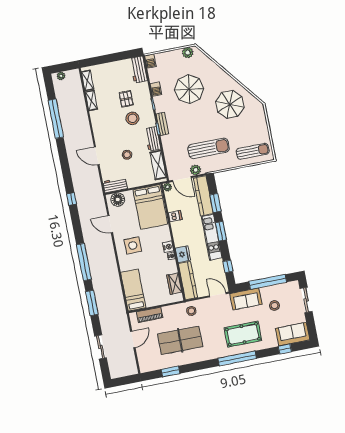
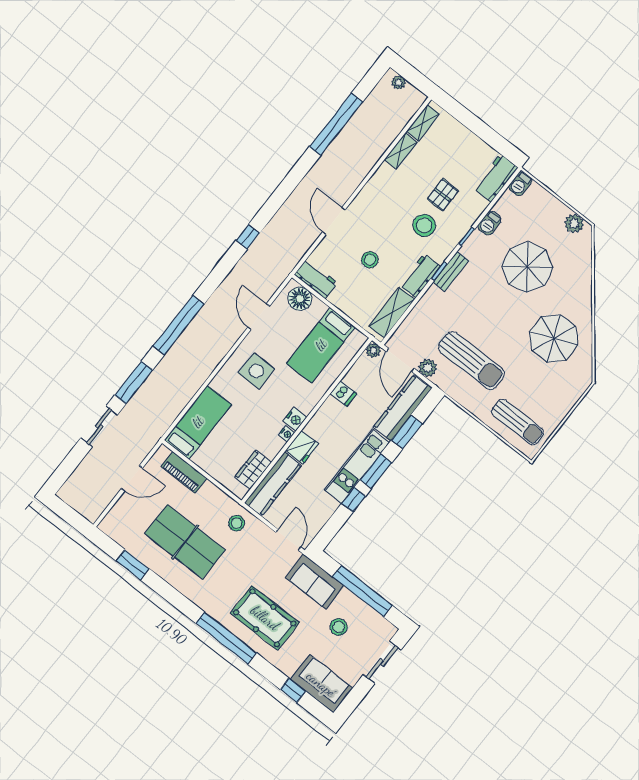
bed: (150, 207) -> (321, 345), width x0.67
window: (228, 266) -> (354, 500), moved
sliding door: (100, 347) -> (99, 426), moved

